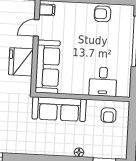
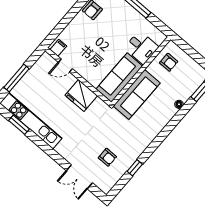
door: (36, 28) -> (65, 65), hinge flipped
sofa: (48, 67) -> (119, 78), moved, turned -90

